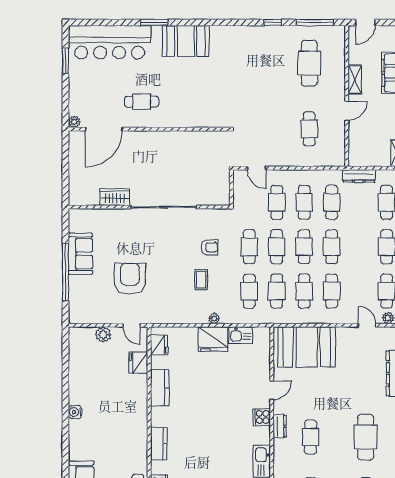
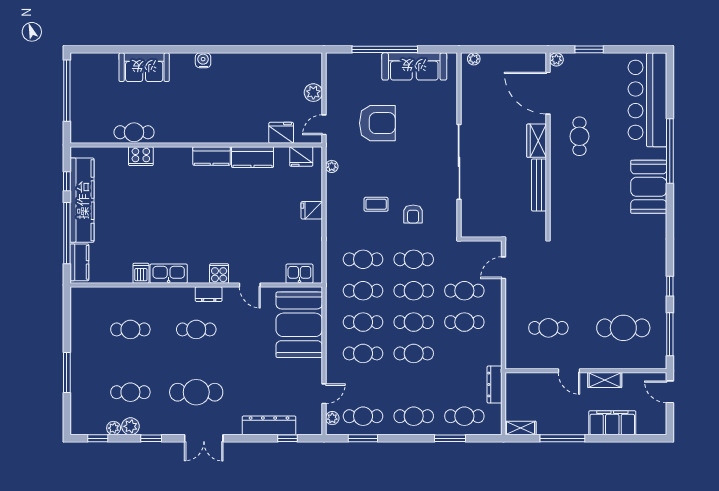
window: (154, 22) -> (670, 151), width x2.11
window: (66, 61) -> (589, 49), moved
bench: (184, 137) -> (539, 185), added
plant: (74, 194) -> (474, 59), added
wardrobe: (115, 197) -> (537, 141), moved, turned 180
cafe table: (332, 202) -> (464, 353), removed
sofa: (80, 254) -> (414, 66), width x1.36
plant: (214, 318) -> (332, 166), moved
kitchen sink: (241, 335) -> (299, 274), moved, turned 90
fridge: (213, 339) -> (312, 210), width x0.53, depth x0.75
water cooler: (75, 412) -> (203, 60), moved
kitchen counter: (159, 444) -> (212, 156), moved

